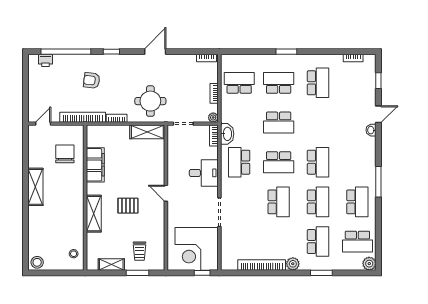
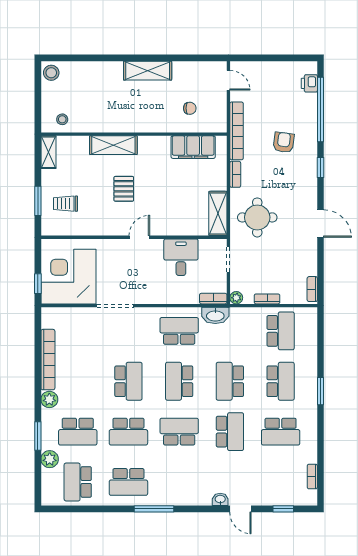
school desk: (318, 123) -> (230, 432), added
chair: (65, 154) -> (190, 108), width x0.54, depth x0.54
school desk: (318, 162) -> (179, 432), turned 180
filing cabinet: (95, 165) -> (193, 147), moved
desk: (204, 173) -> (181, 257), moved, turned 180
school desk: (279, 202) -> (128, 381), turned -90
plant: (369, 264) -> (50, 459), moved
shelving: (111, 265) -> (48, 152), moved

